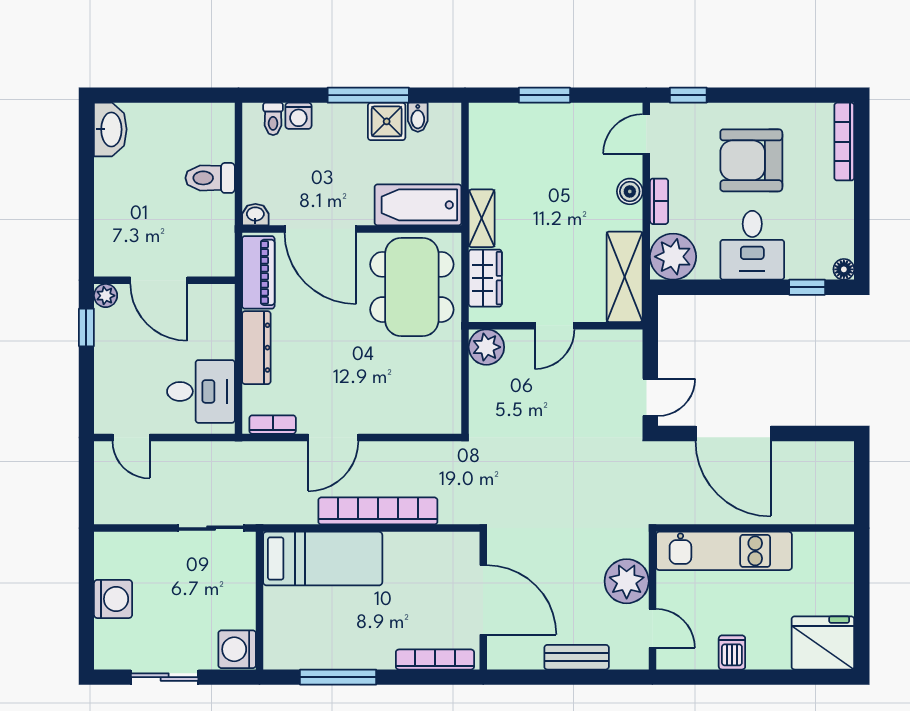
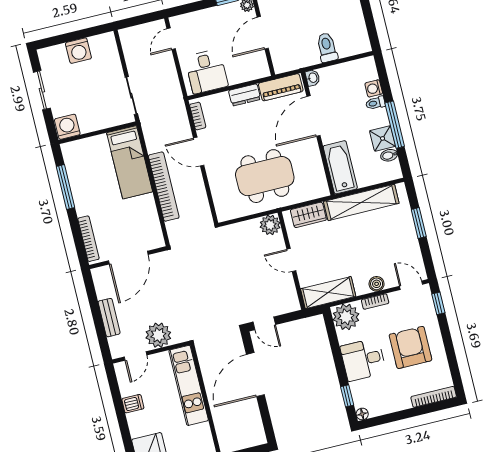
toilet: (273, 119) -> (375, 103), moved
shelving: (482, 218) -> (361, 202), width x2.20, depth x1.33
dining table: (412, 287) -> (265, 176), moved
dresser: (256, 348) -> (245, 95), width x0.70

